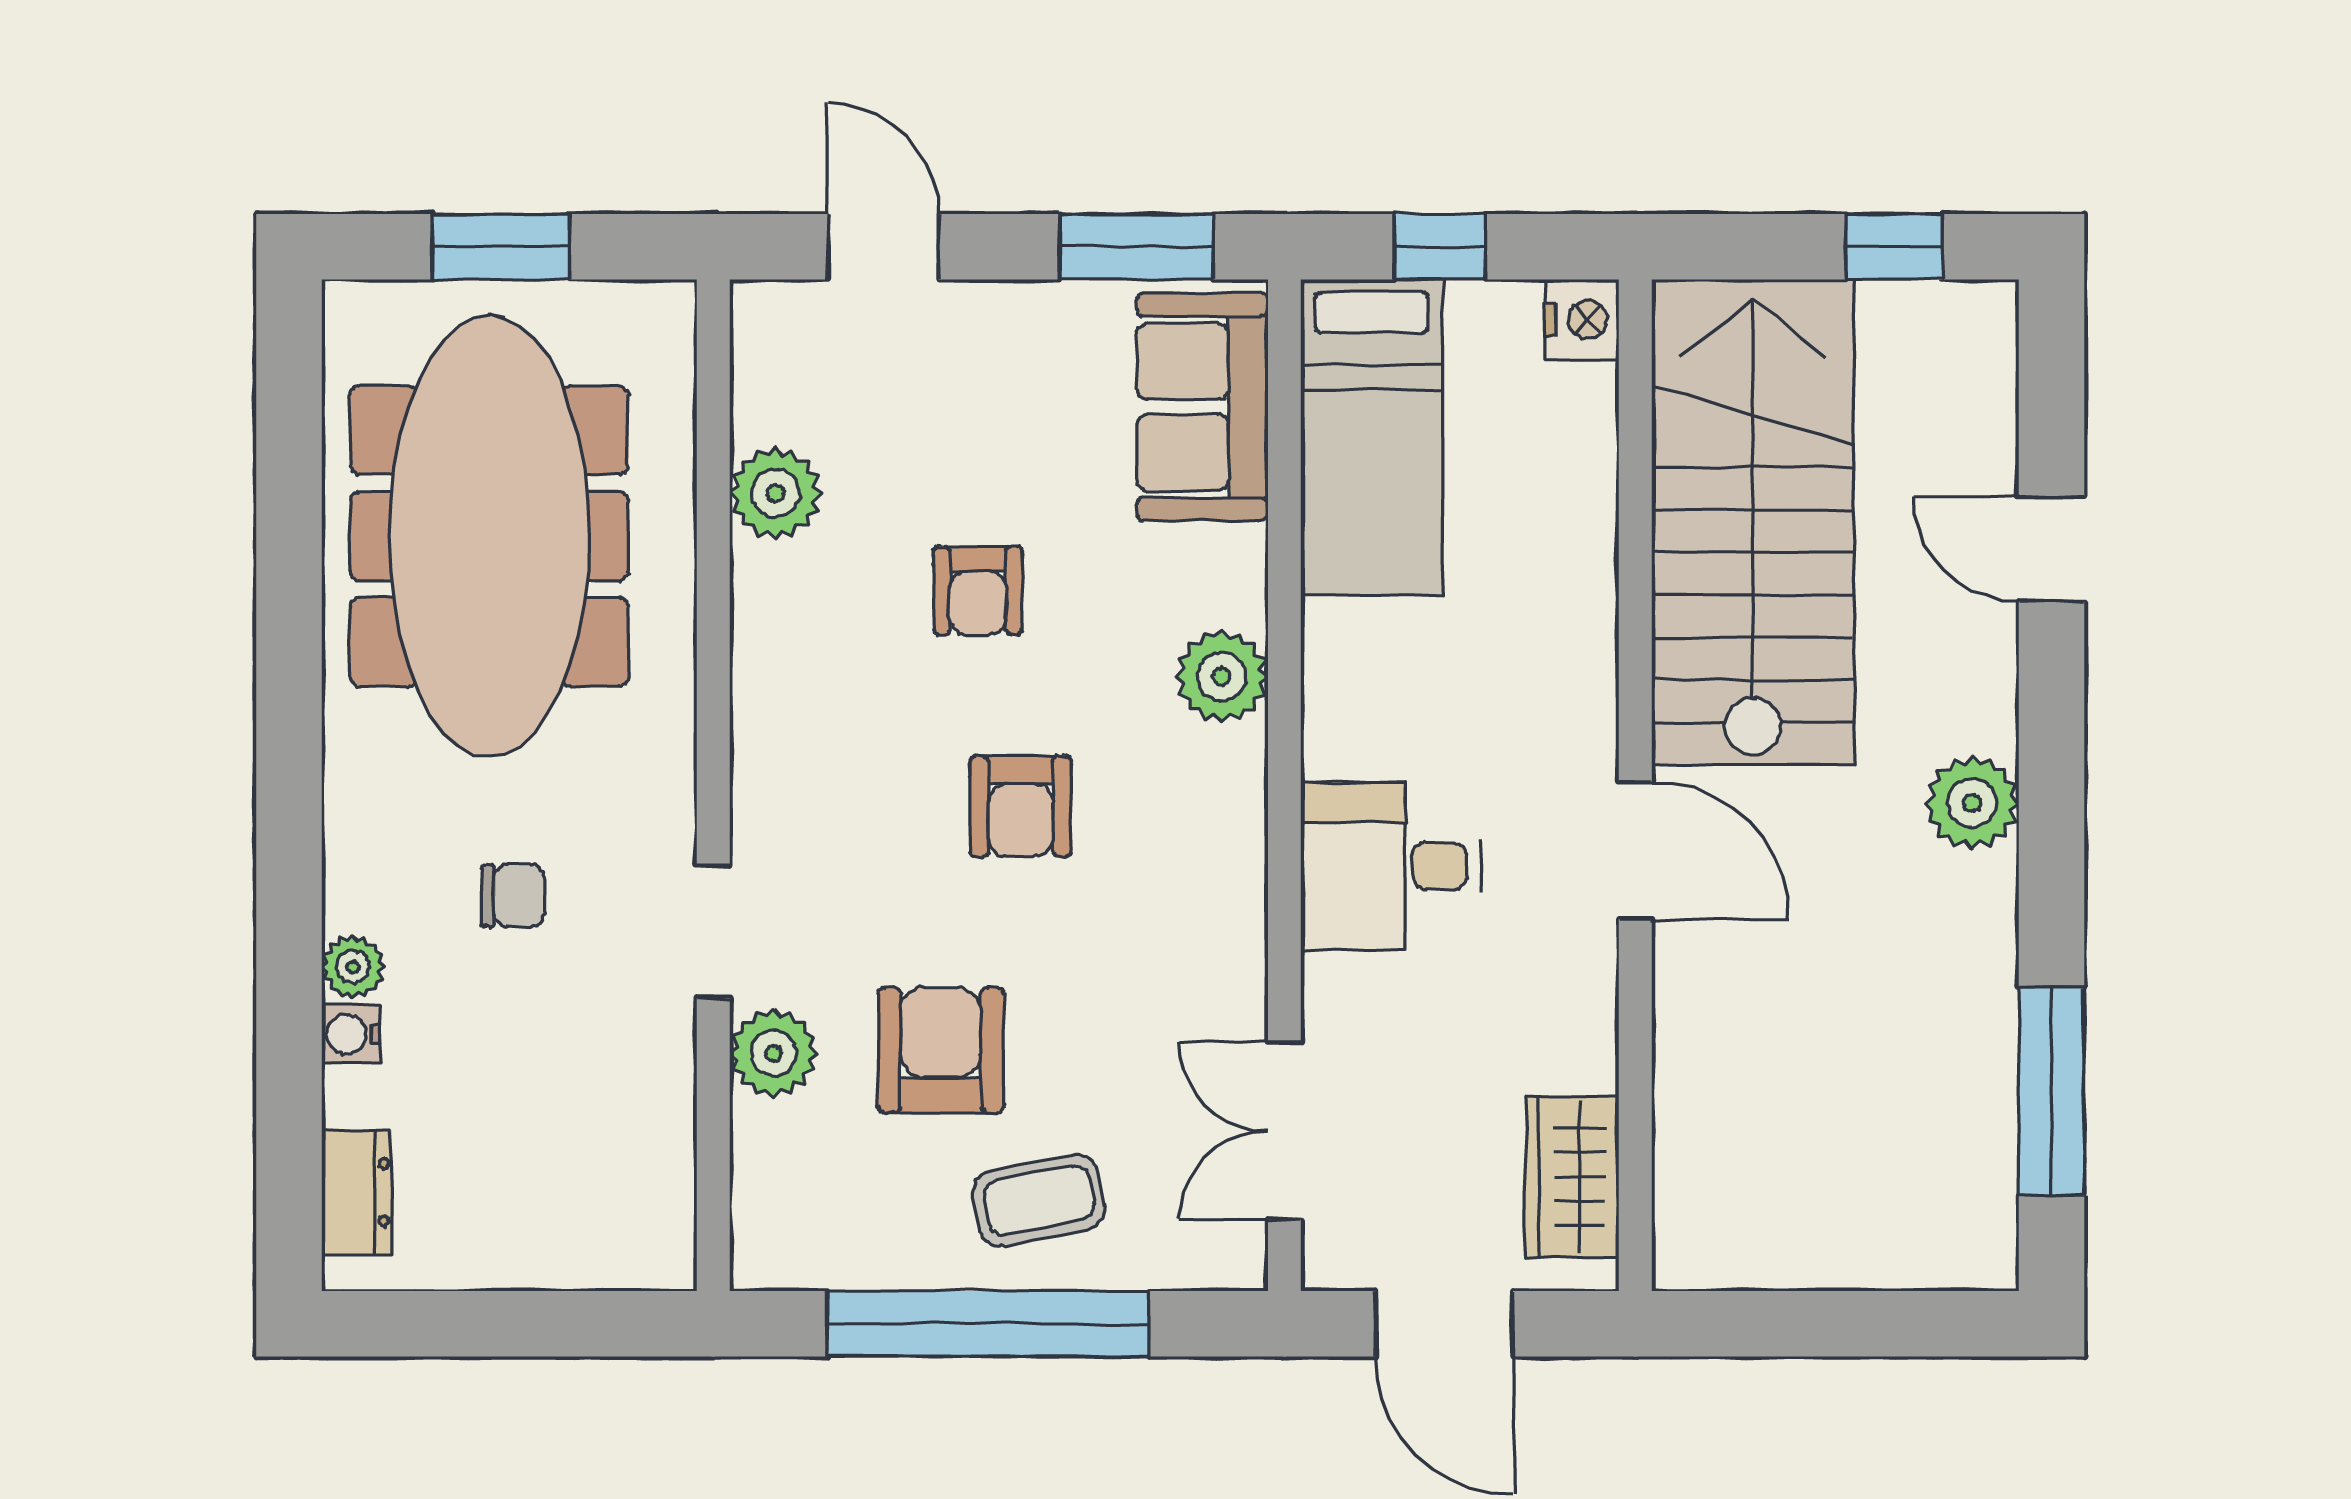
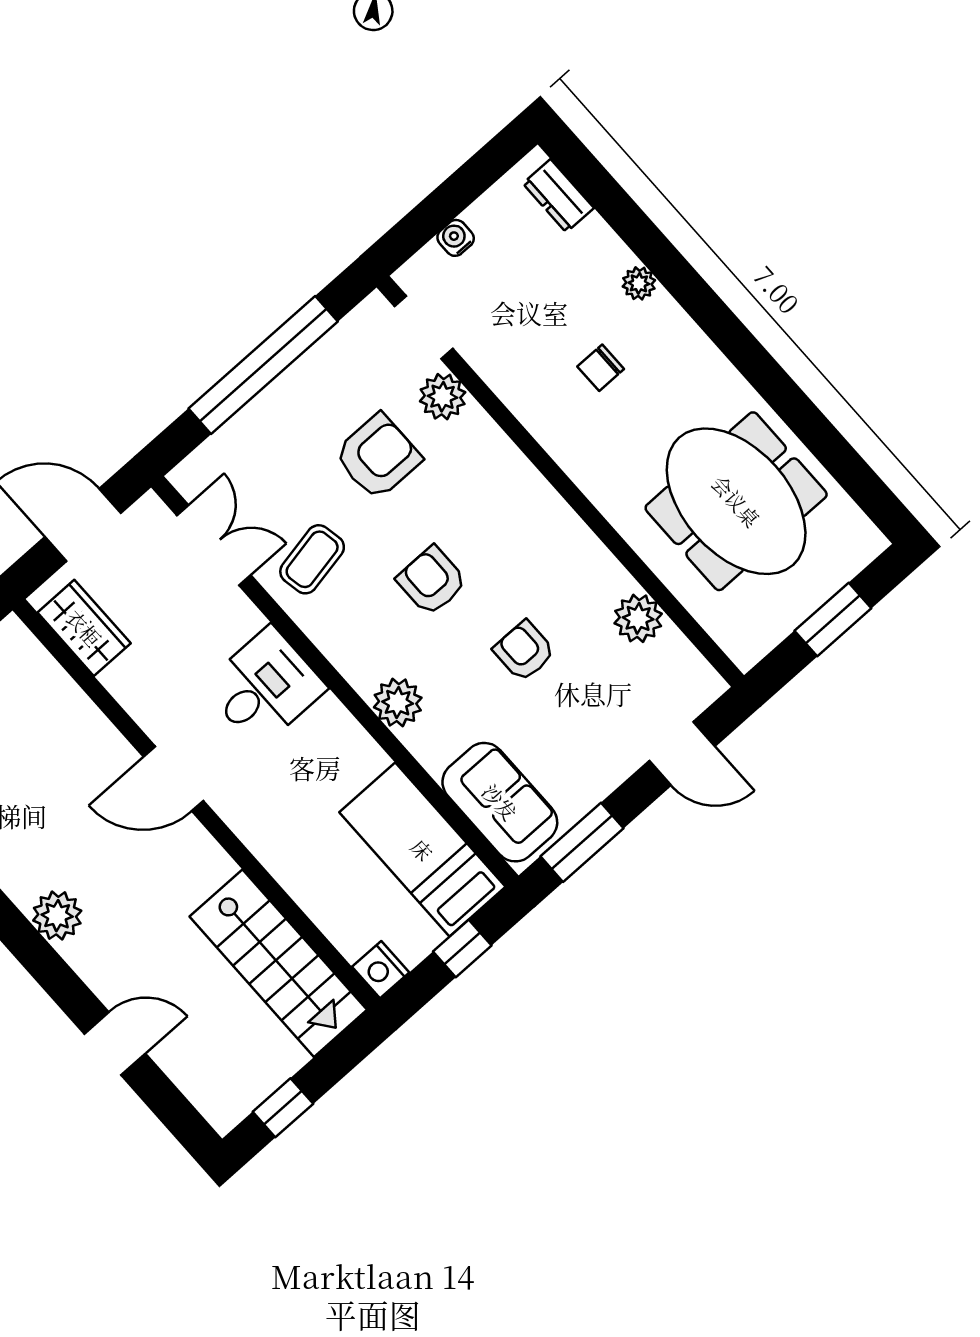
stairs: (1753, 522) -> (278, 963), width x0.73, depth x0.66
meeting table: (489, 536) -> (736, 501), width x0.73
doorway: (713, 932) -> (424, 328), moved
water cooler: (351, 1034) -> (456, 238), moved, turned -90
armchair: (941, 1050) -> (378, 457), turned -90
coffee table: (1039, 1200) -> (312, 559), moved

